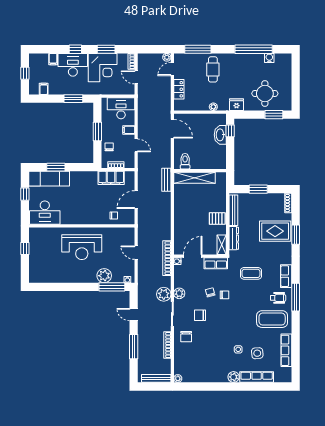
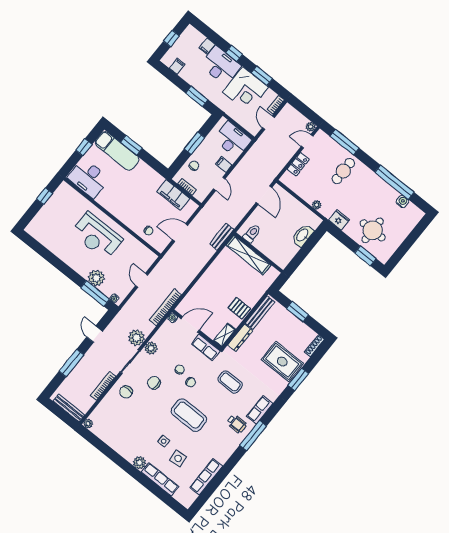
window: (230, 131) -> (314, 239), removed
coffee table: (272, 319) -> (189, 415), moved

